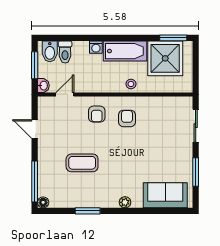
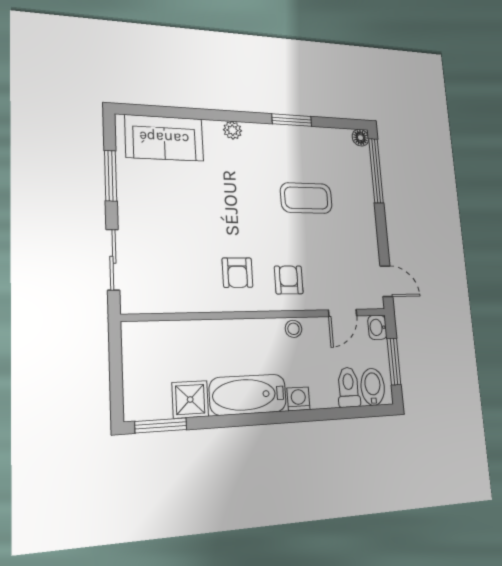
shower: (165, 58) -> (190, 400), width x0.54, depth x0.54
stool: (131, 84) -> (293, 329), moved
door: (35, 129) -> (386, 281), moved

